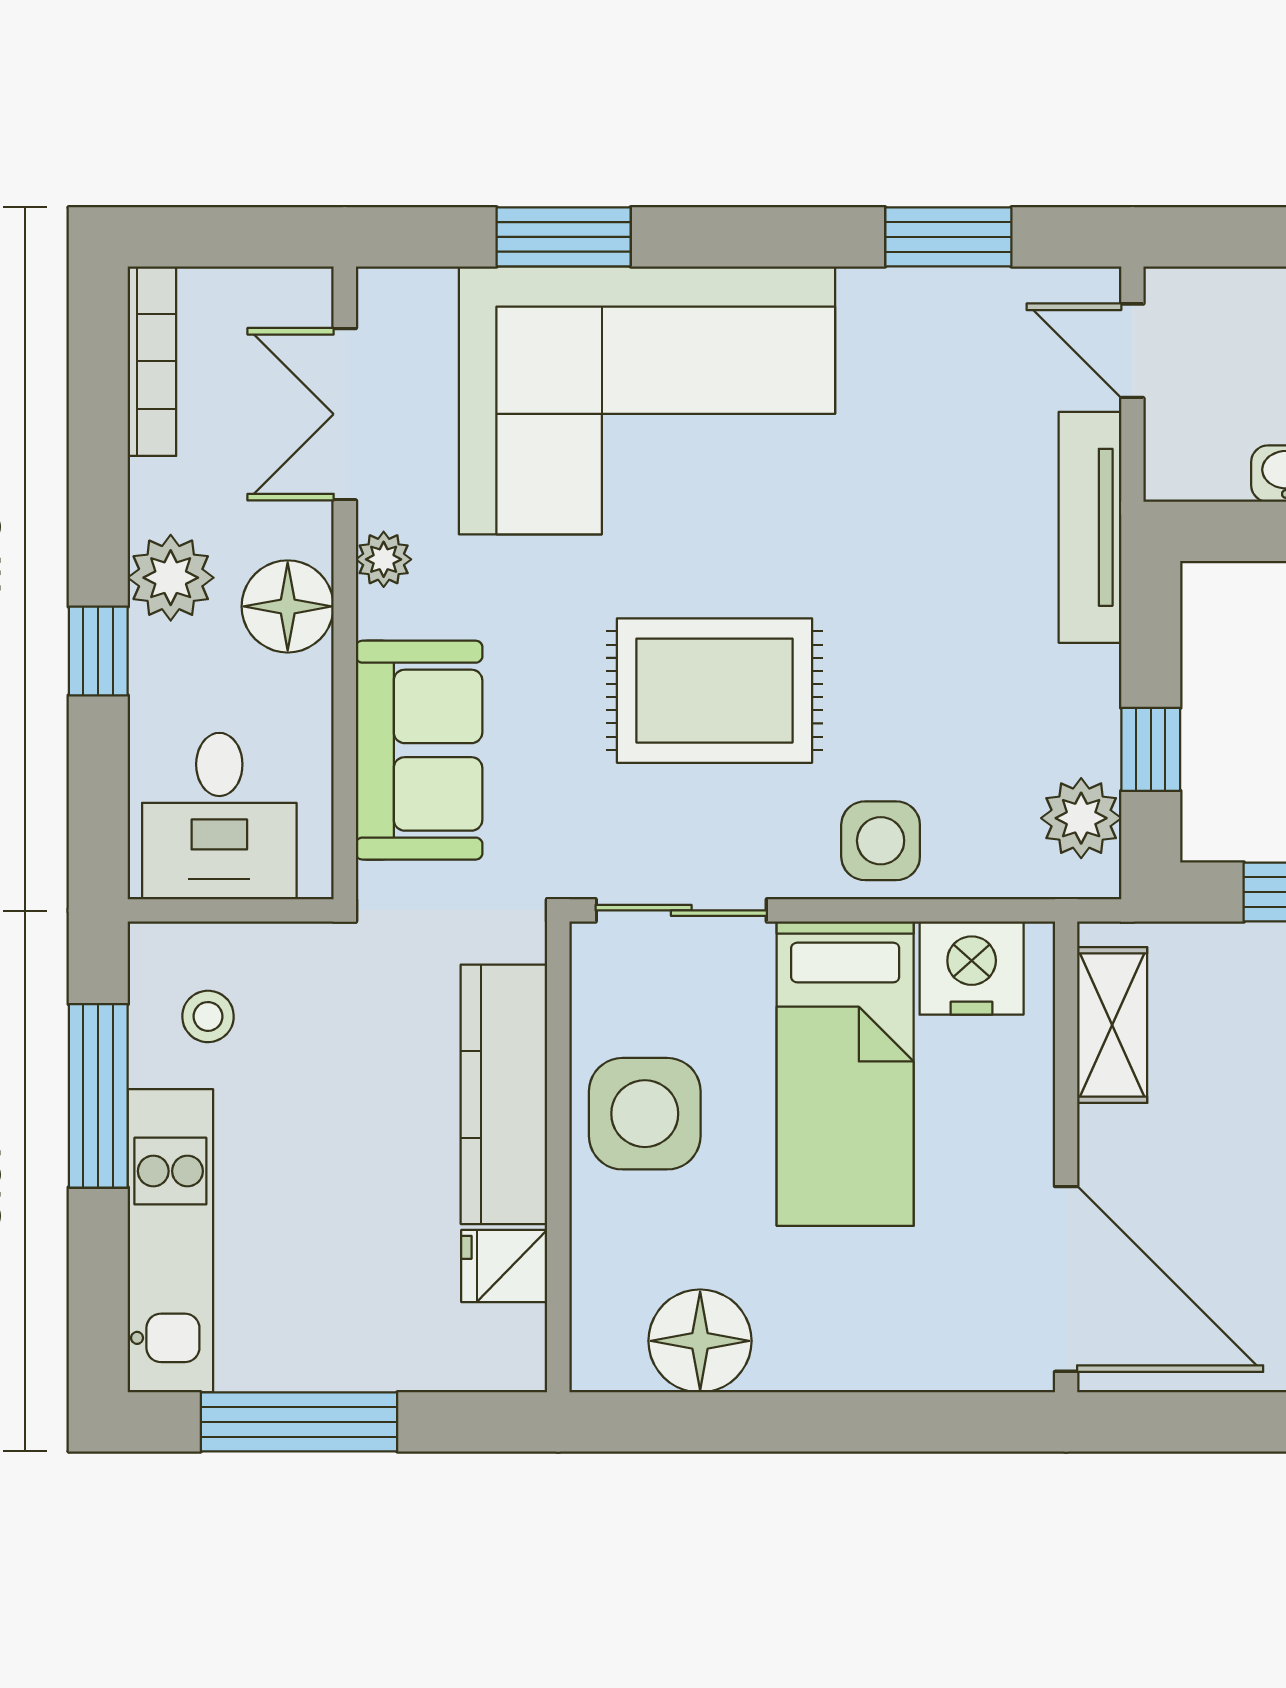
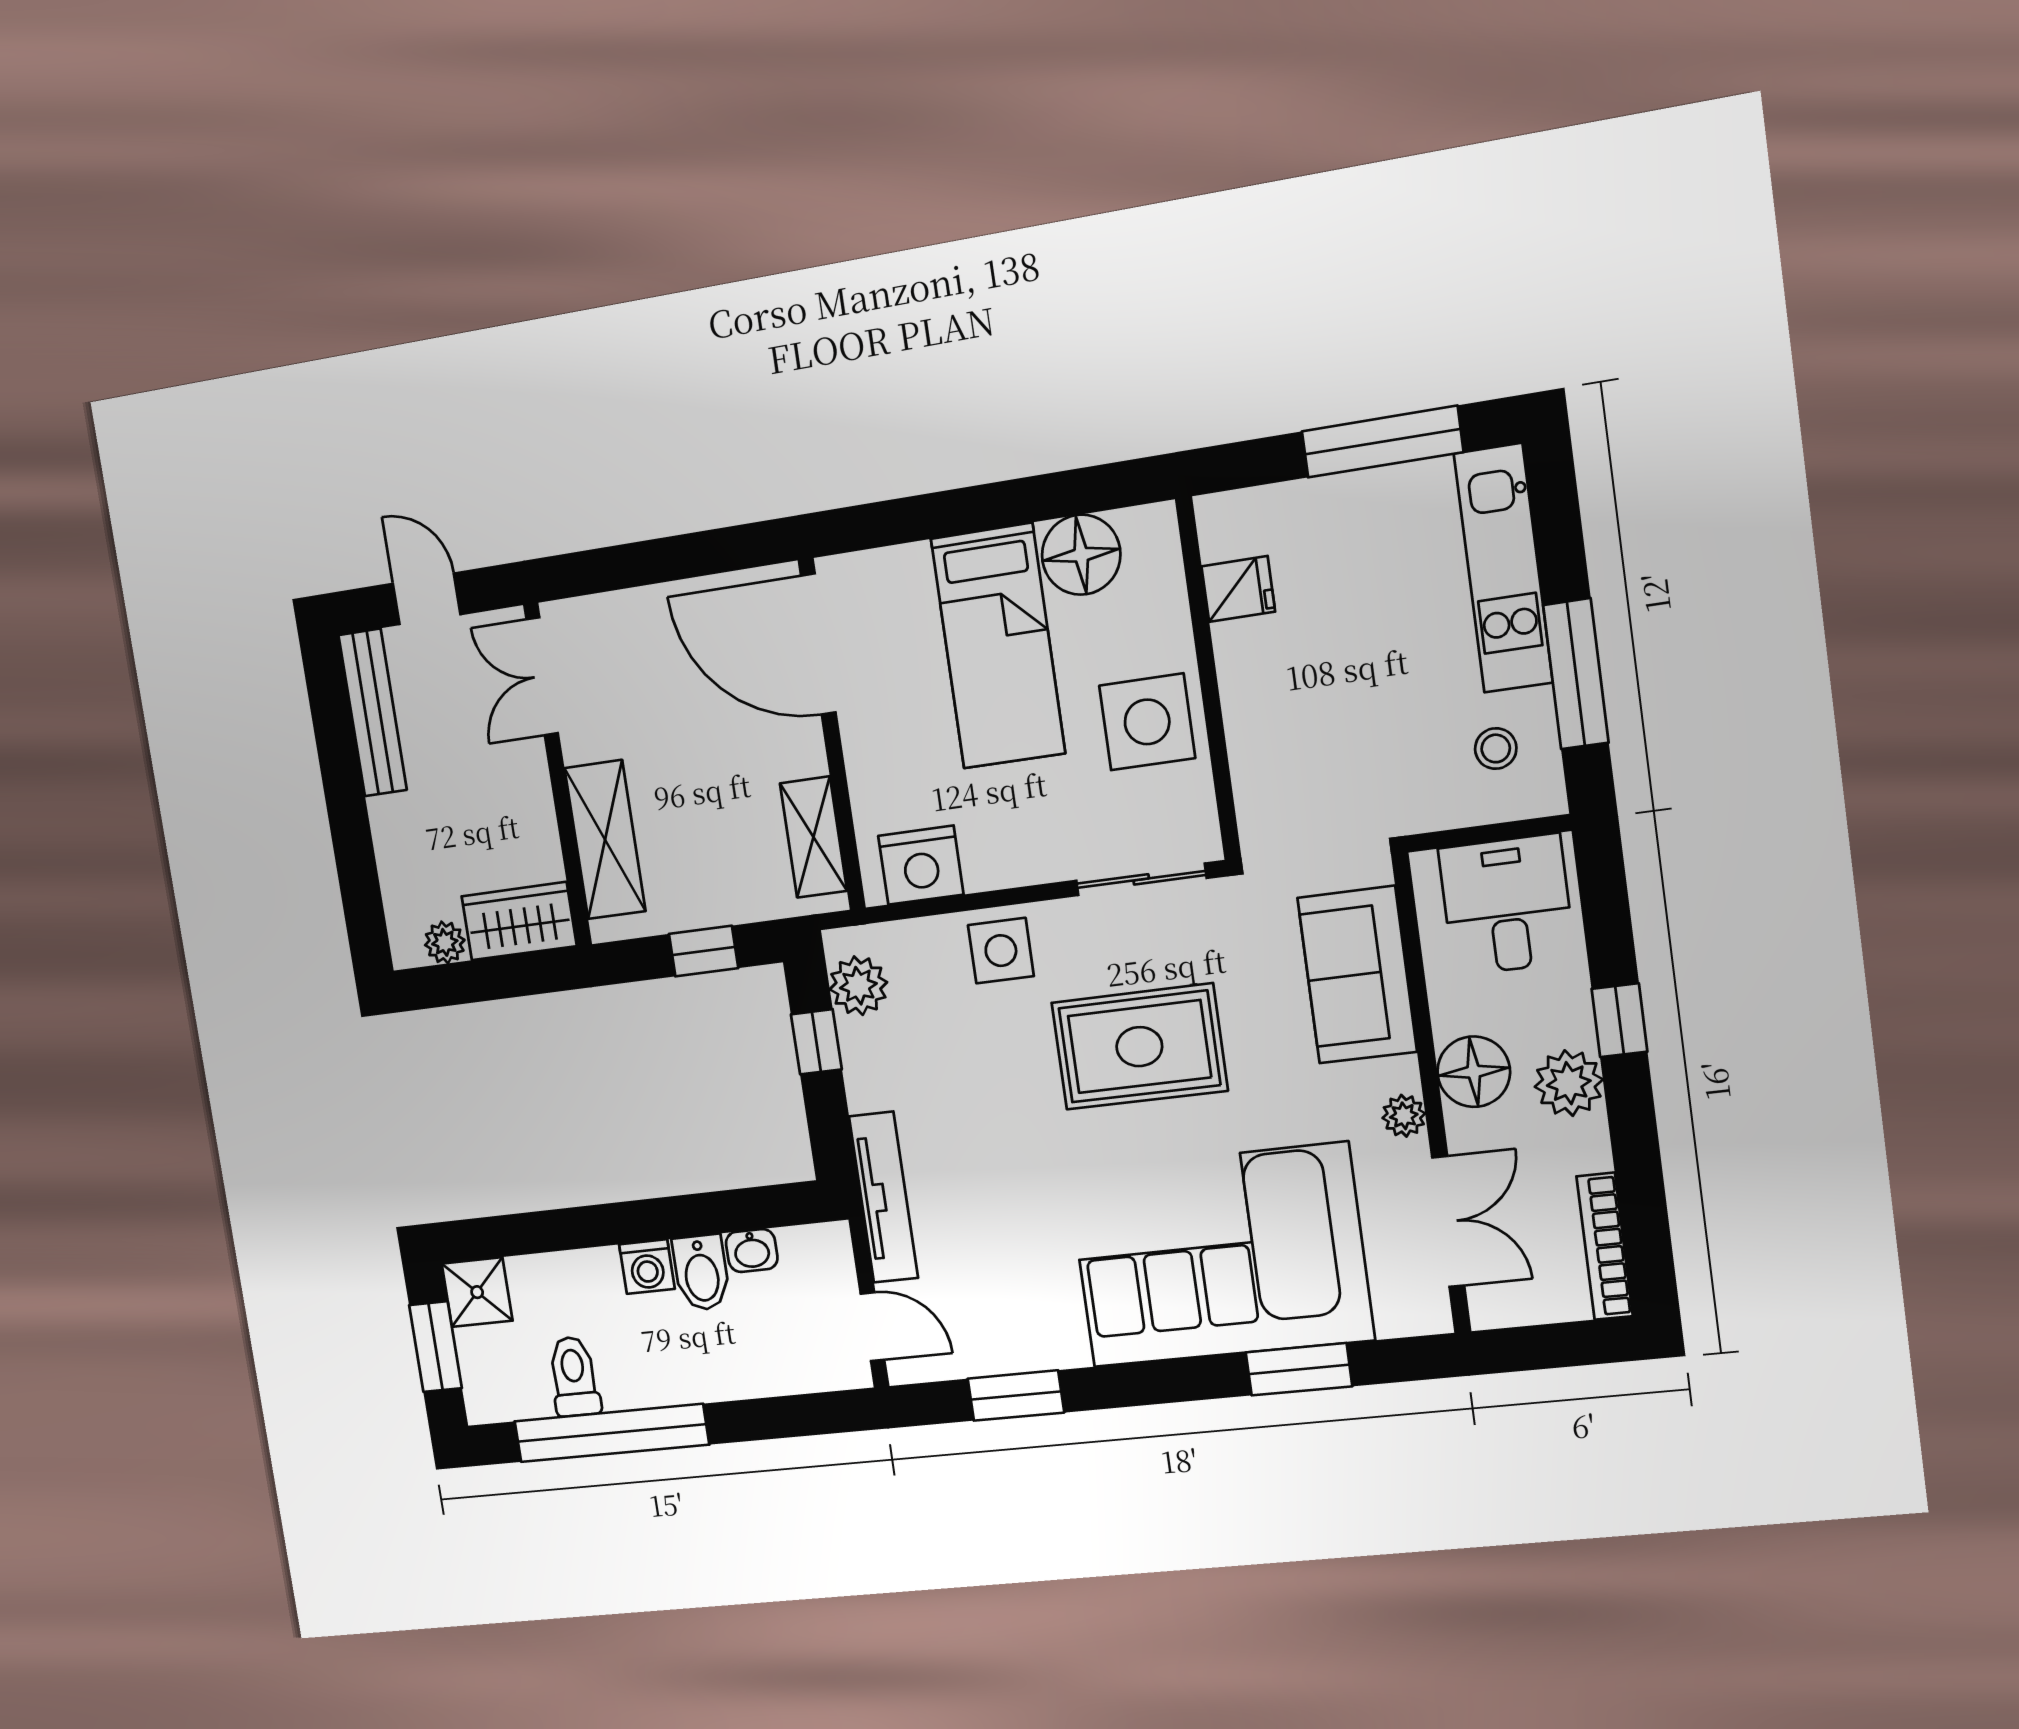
bed: (845, 1074) -> (998, 646), moved, turned 180
kitchen counter: (504, 1094) -> (1256, 721), removed

